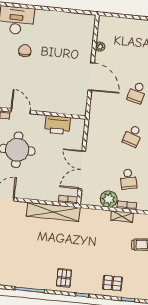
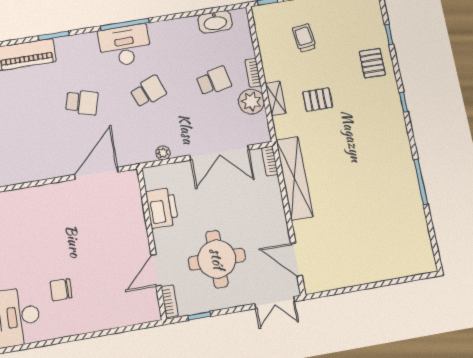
plant: (100, 47) -> (163, 153), moved
door: (91, 77) -> (96, 173), moved
school desk: (133, 136) -> (148, 92), turned -39
shelving: (122, 216) -> (276, 98), moved
pallet: (64, 278) -> (318, 100), moved

